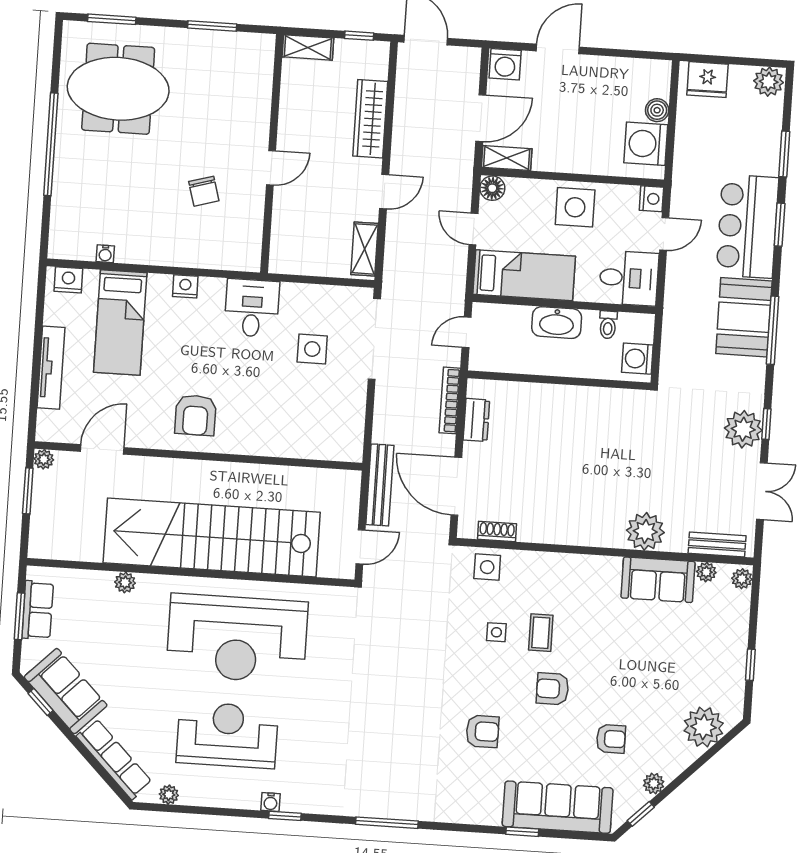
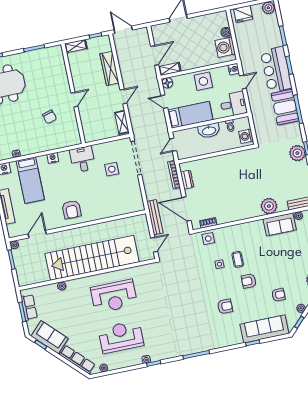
washing machine: (505, 64) -> (158, 31), removed
reception desk: (237, 638) -> (114, 296), width x0.74, depth x0.77

